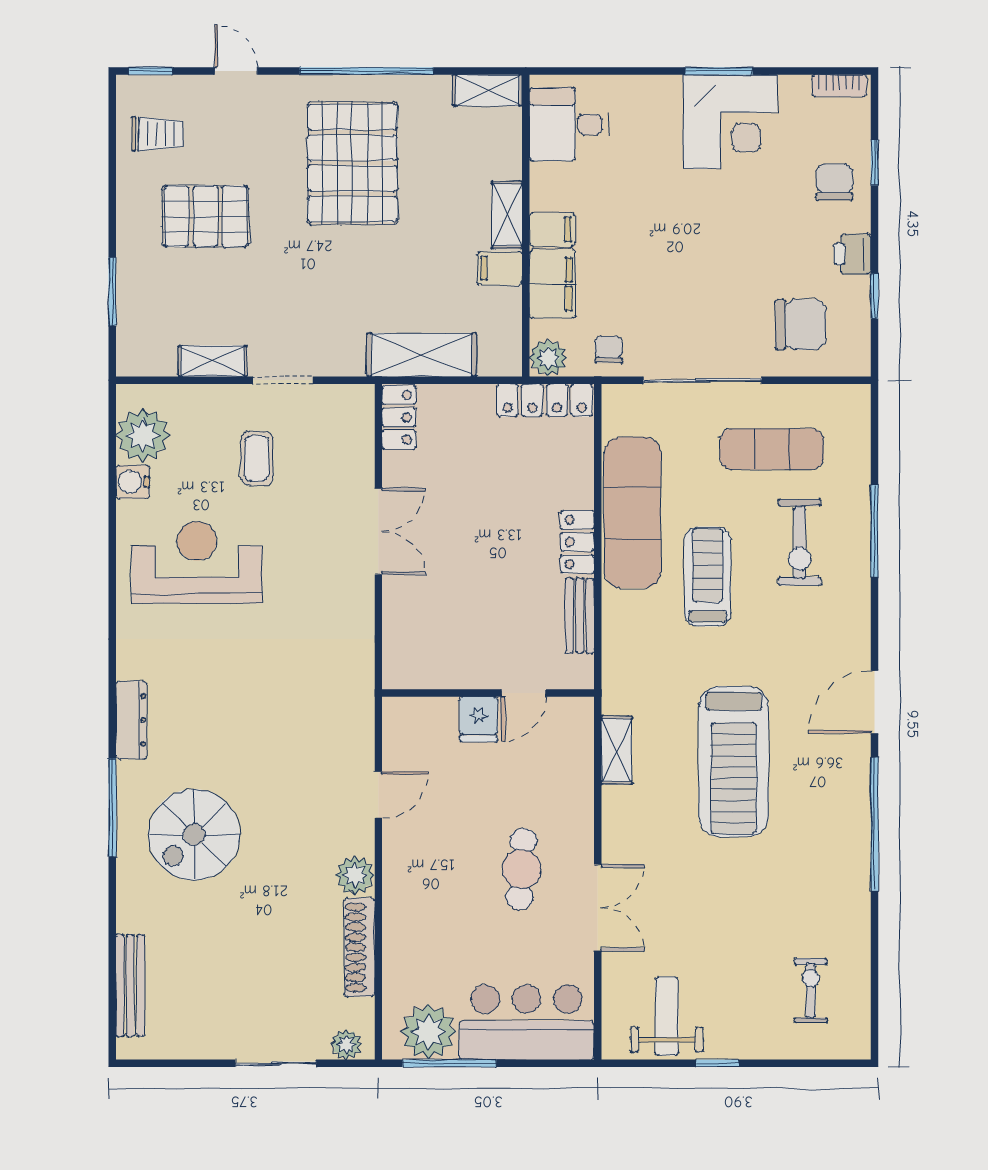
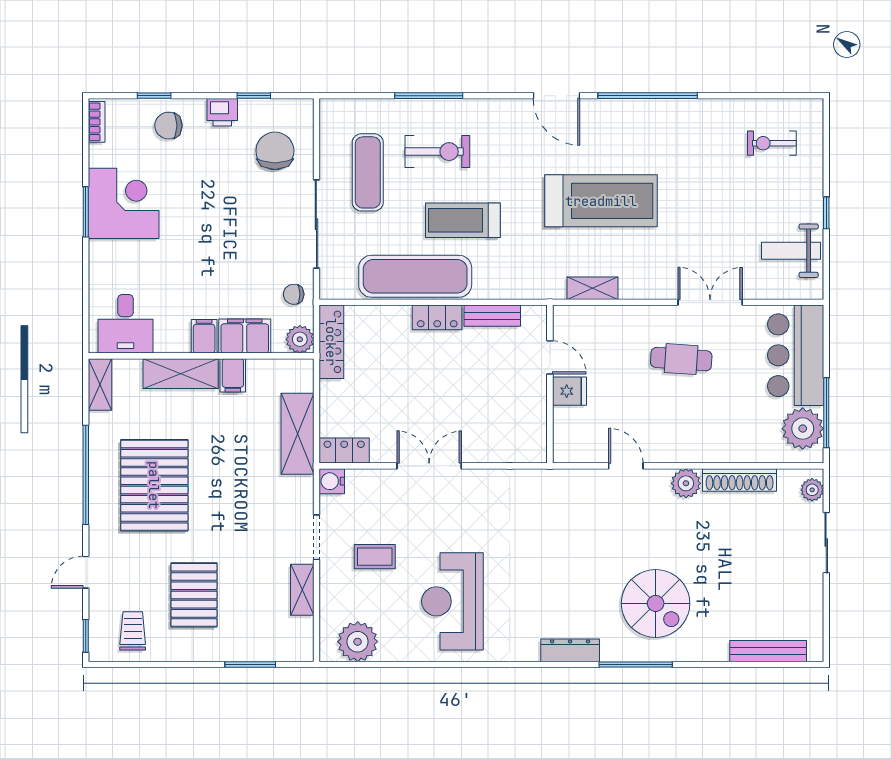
pallet: (352, 163) -> (154, 485), turned 90
shelving: (507, 215) -> (181, 374), width x1.50, depth x1.33
water cooler: (133, 482) -> (332, 481), moved, turned 90

